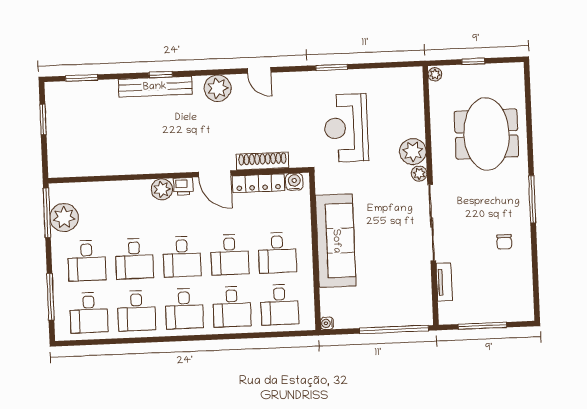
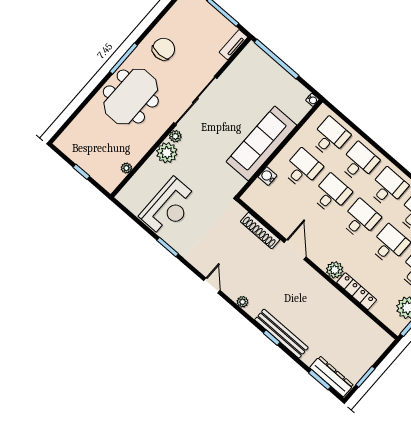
plant: (435, 74) -> (126, 168), moved
plant: (218, 88) -> (243, 302), width x0.53, depth x0.53
dresser: (74, 91) -> (332, 376), added
reception desk: (346, 128) -> (169, 207), moved
meeting table: (486, 134) -> (131, 96), moved
water cooler: (294, 182) -> (267, 176), moved, turned 90
locker: (258, 183) -> (357, 291), moved
printer: (183, 186) -> (321, 260), removed
chair: (504, 242) -> (164, 49), width x1.87, depth x1.87
tv unit: (444, 282) -> (233, 45), moved

